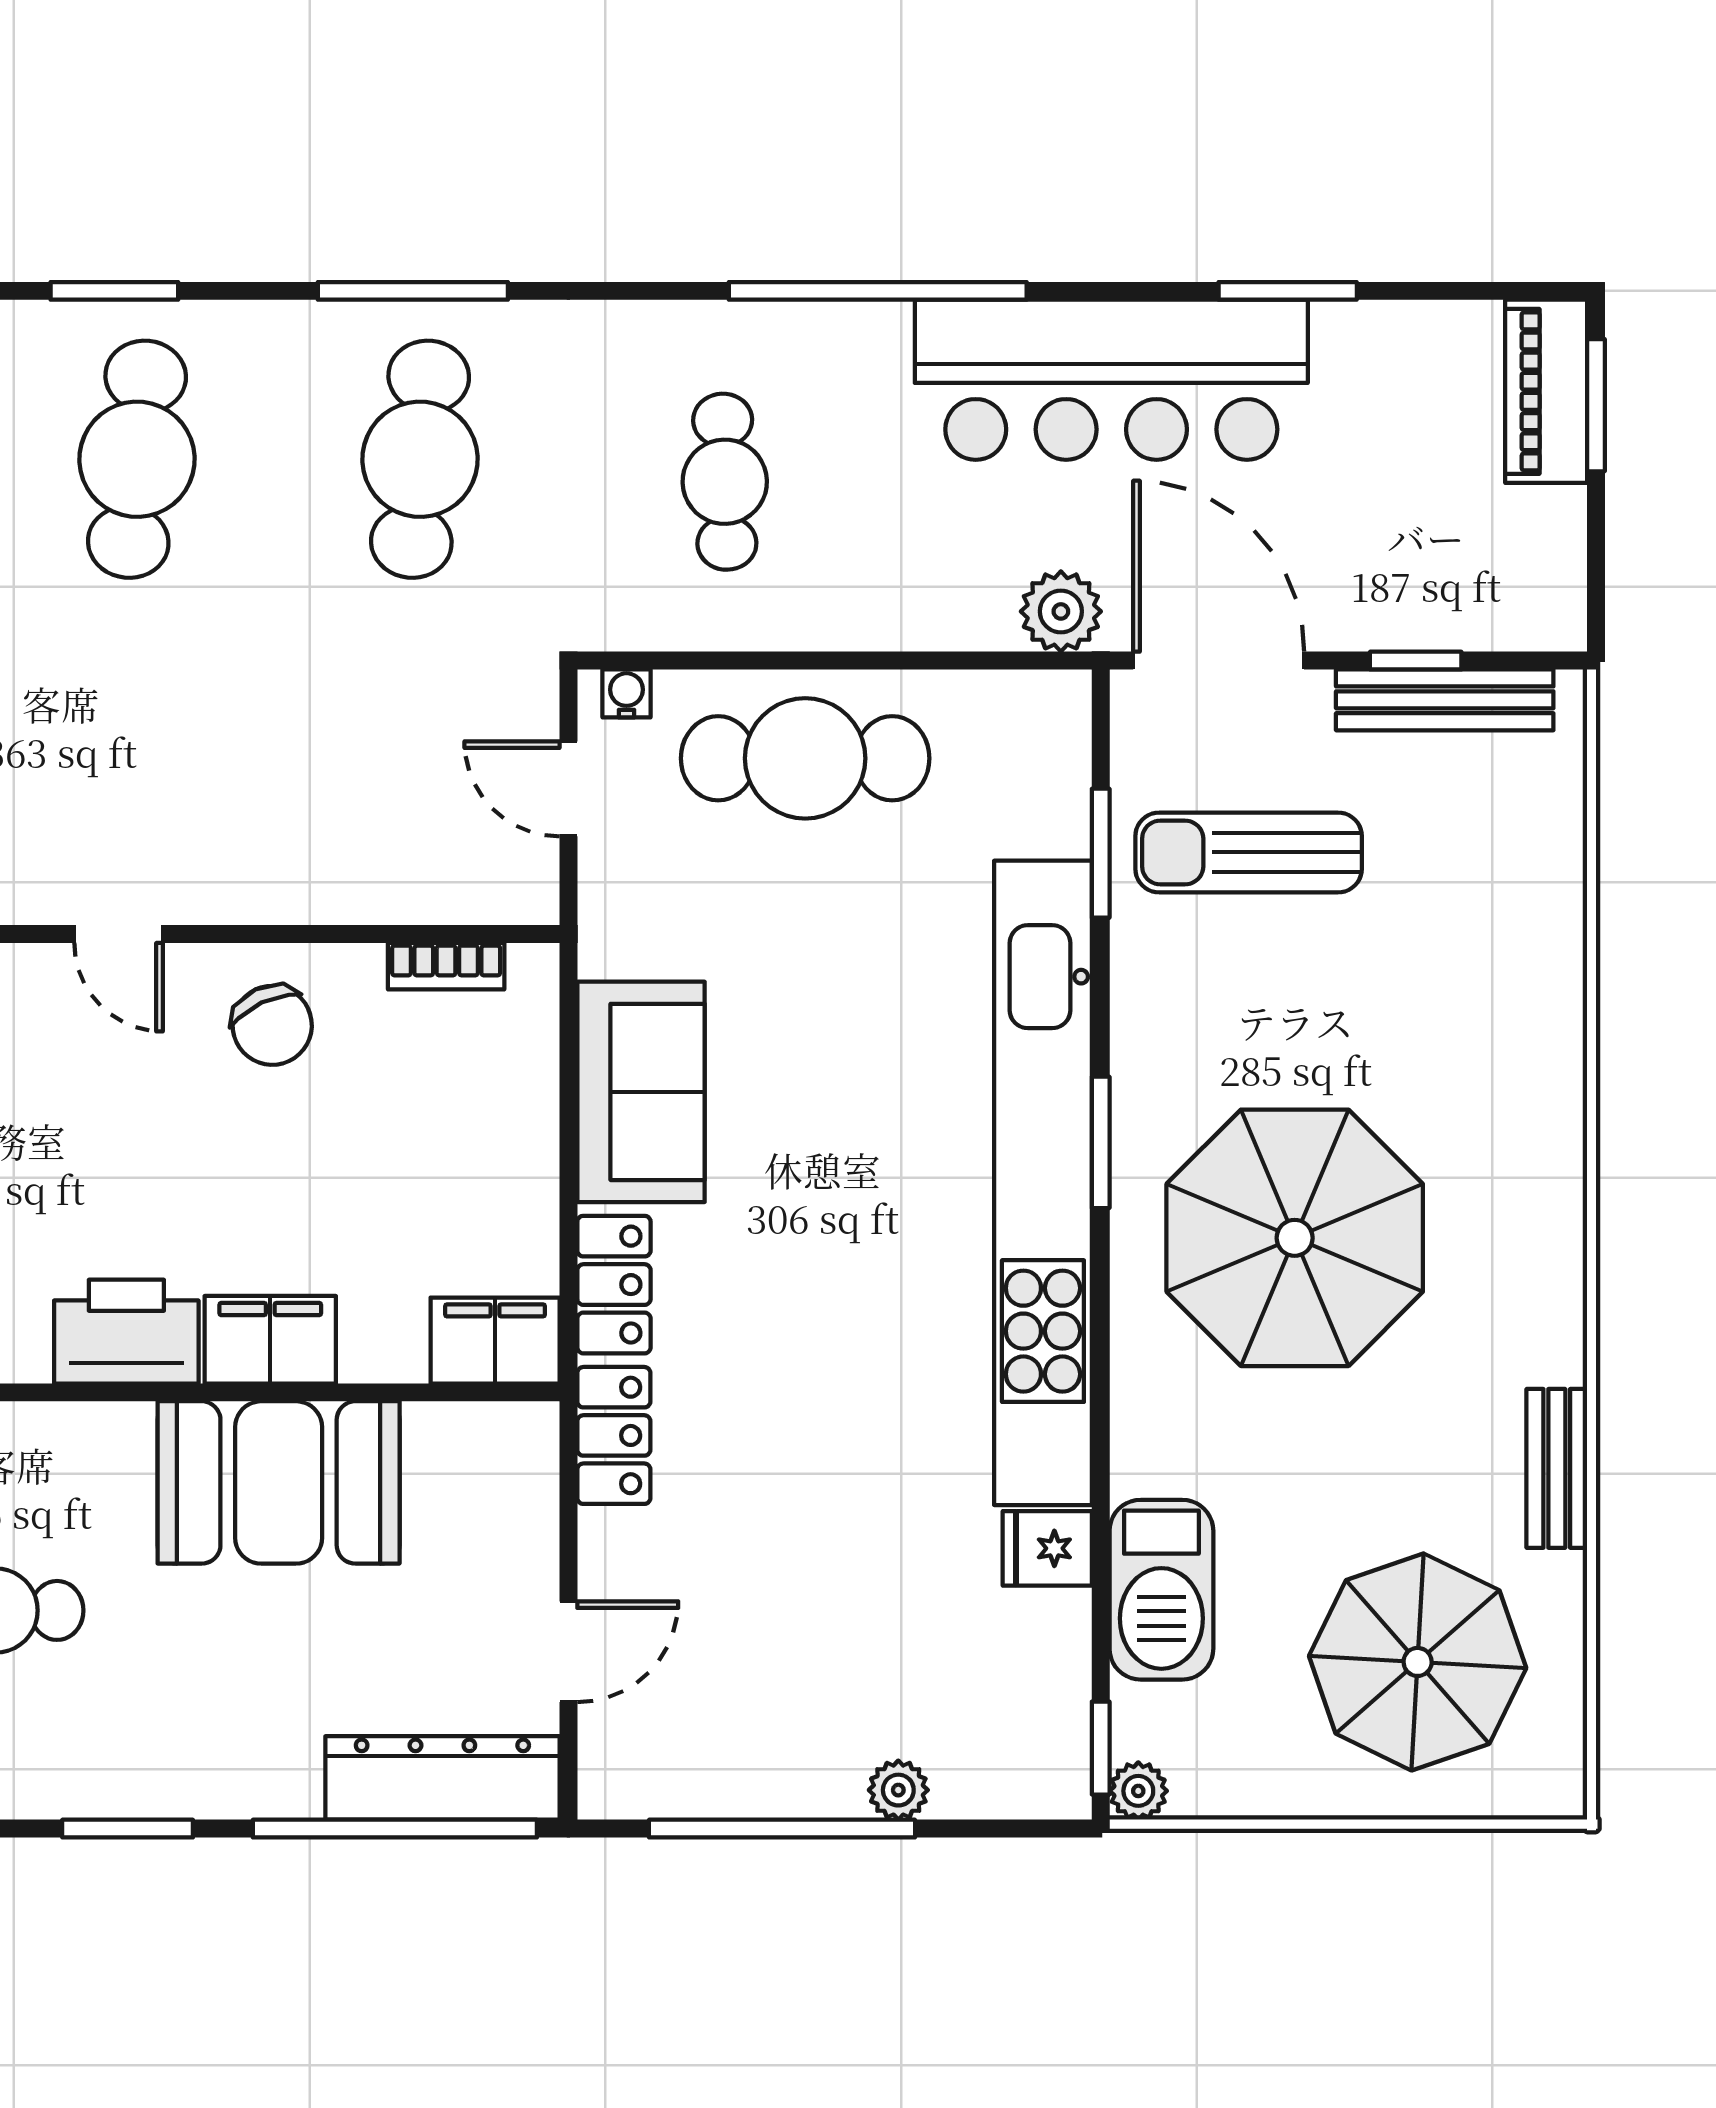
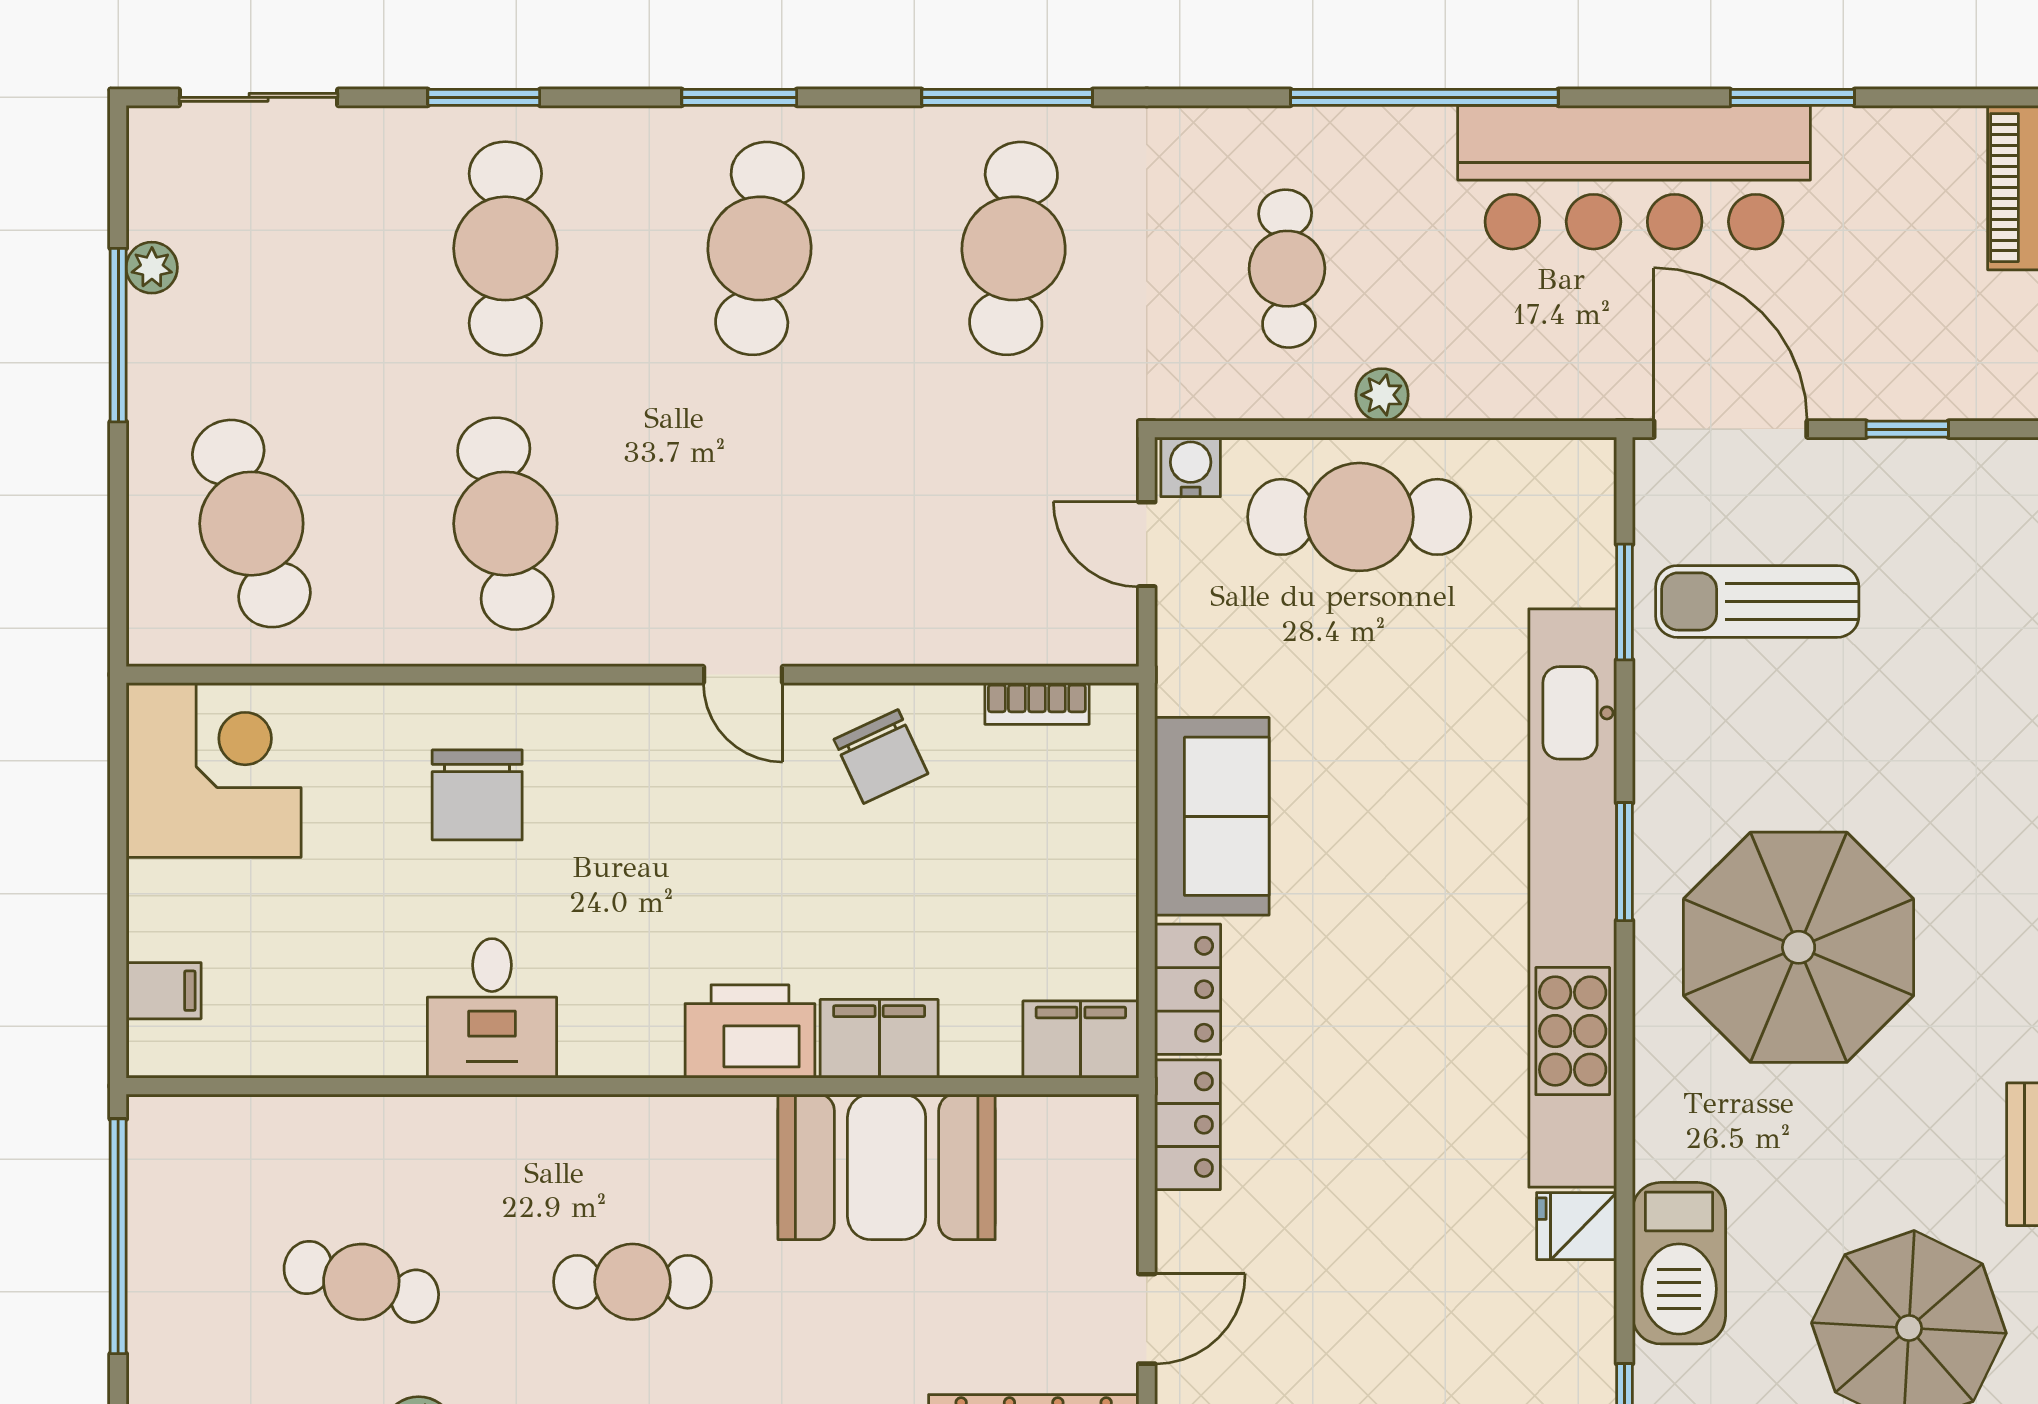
plant: (1061, 611) -> (1382, 395), moved, width x0.73, depth x0.73
water cooler: (627, 693) -> (1191, 467), width x1.38, depth x1.38
bench: (1445, 700) -> (1933, 464), removed

